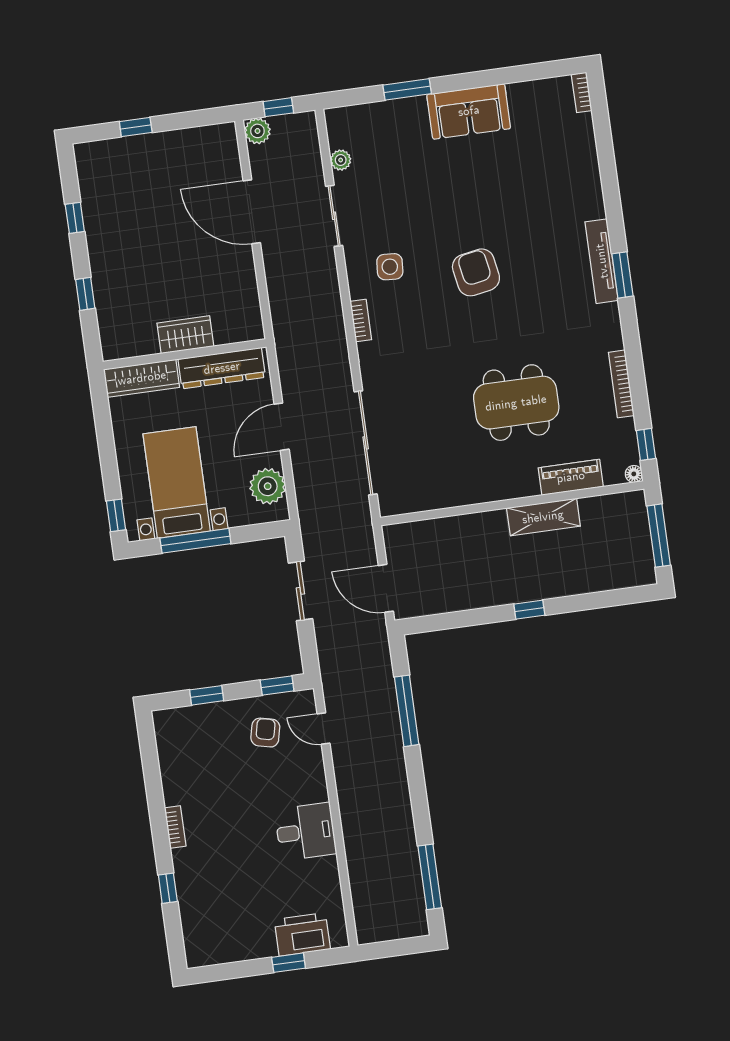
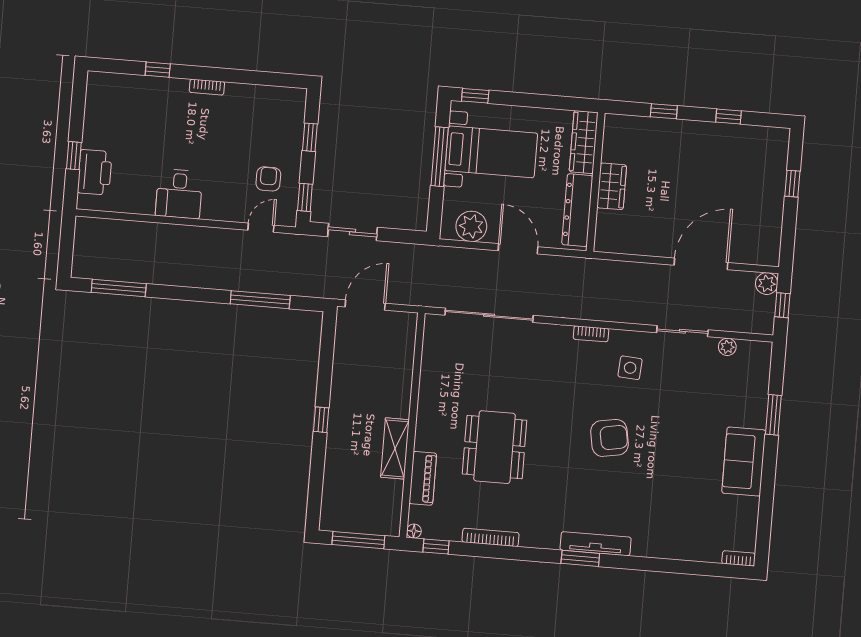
sliding door: (300, 591) -> (353, 232), moved
armchair: (265, 733) -> (268, 179), turned -103

